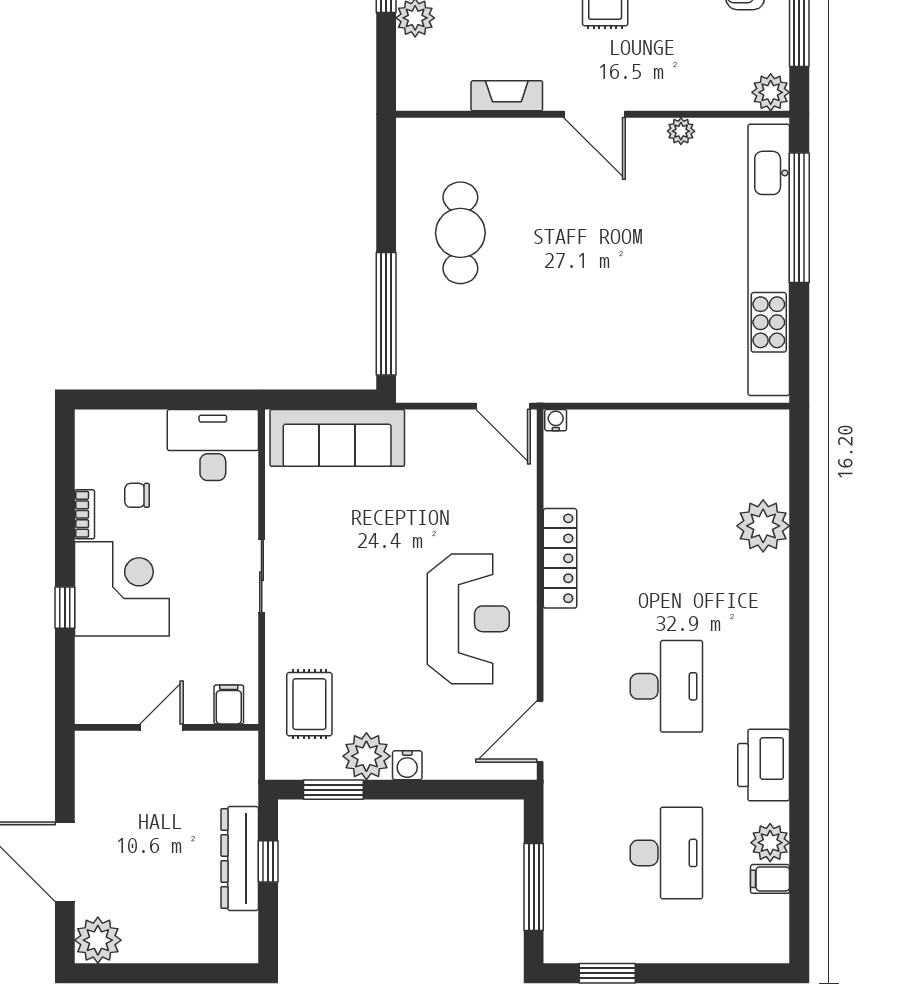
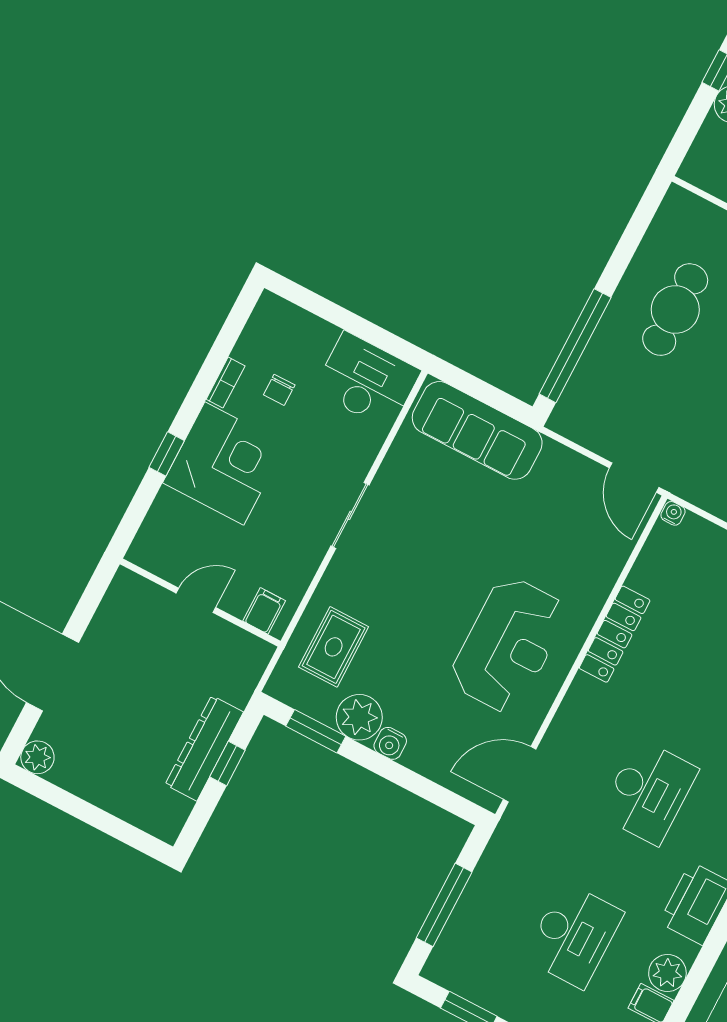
chair: (137, 495) -> (279, 390), turned -90
plant: (98, 940) -> (37, 757), width x0.73, depth x0.73

